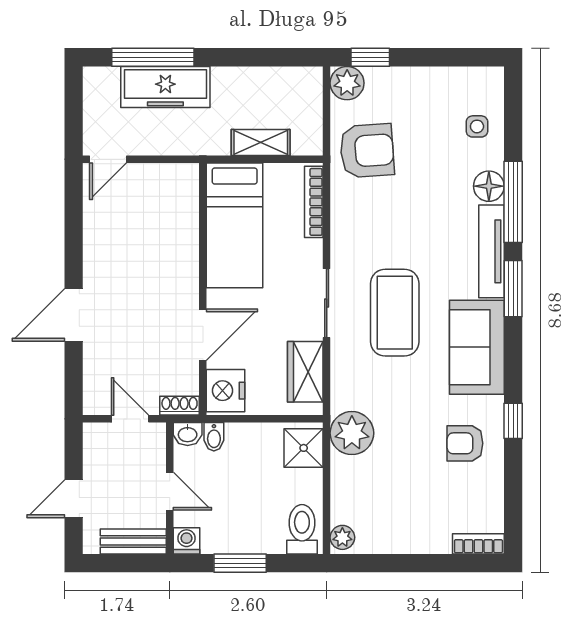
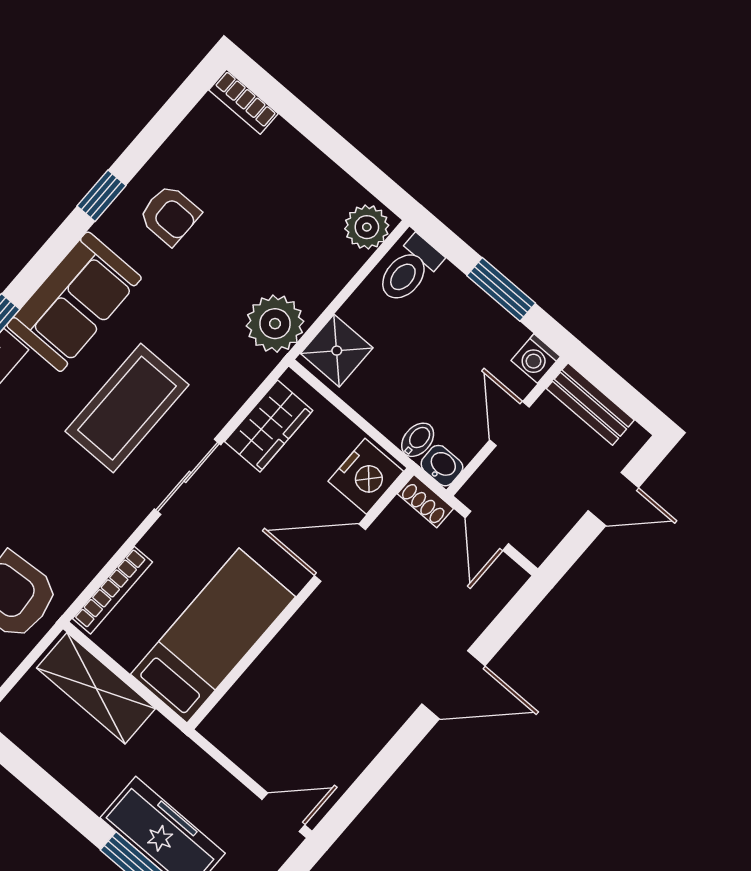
shelving: (261, 142) -> (96, 688), width x1.50, depth x1.33
plant: (342, 537) -> (367, 227), width x1.38, depth x1.38

